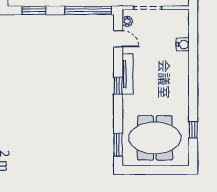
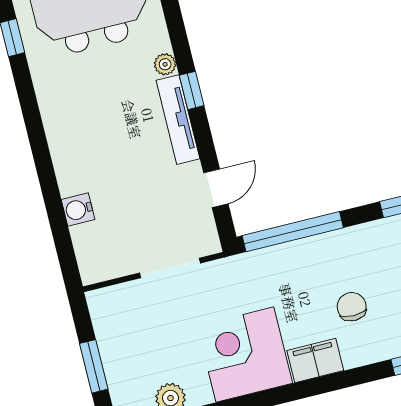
plant: (127, 21) -> (165, 64), moved
door: (118, 39) -> (216, 188), swing flipped

